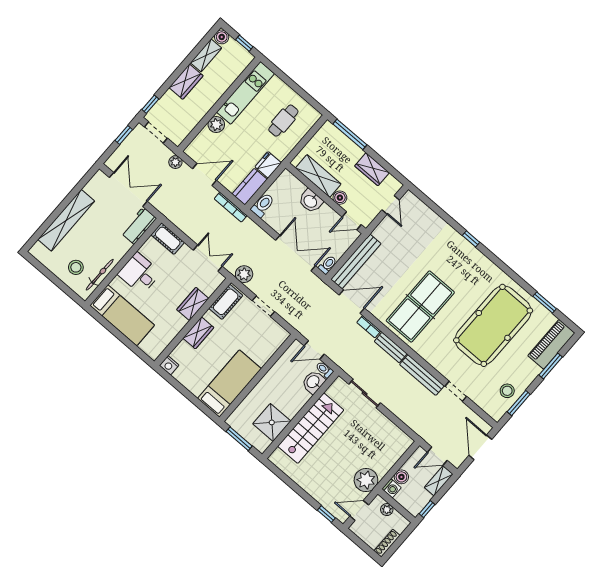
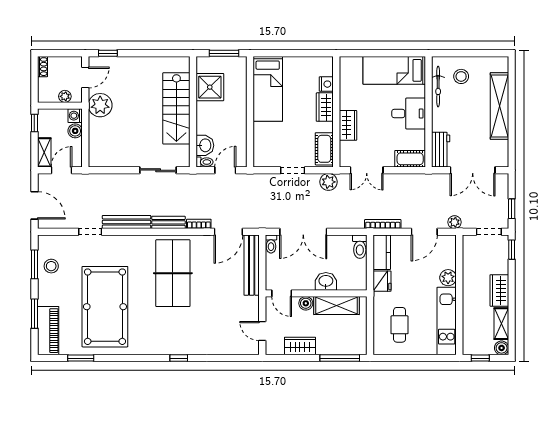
door: (352, 221) -> (282, 293), swing flipped
nightstand: (169, 365) -> (326, 84), moved, turned 90
shoe rack: (387, 543) -> (43, 67), width x0.70

